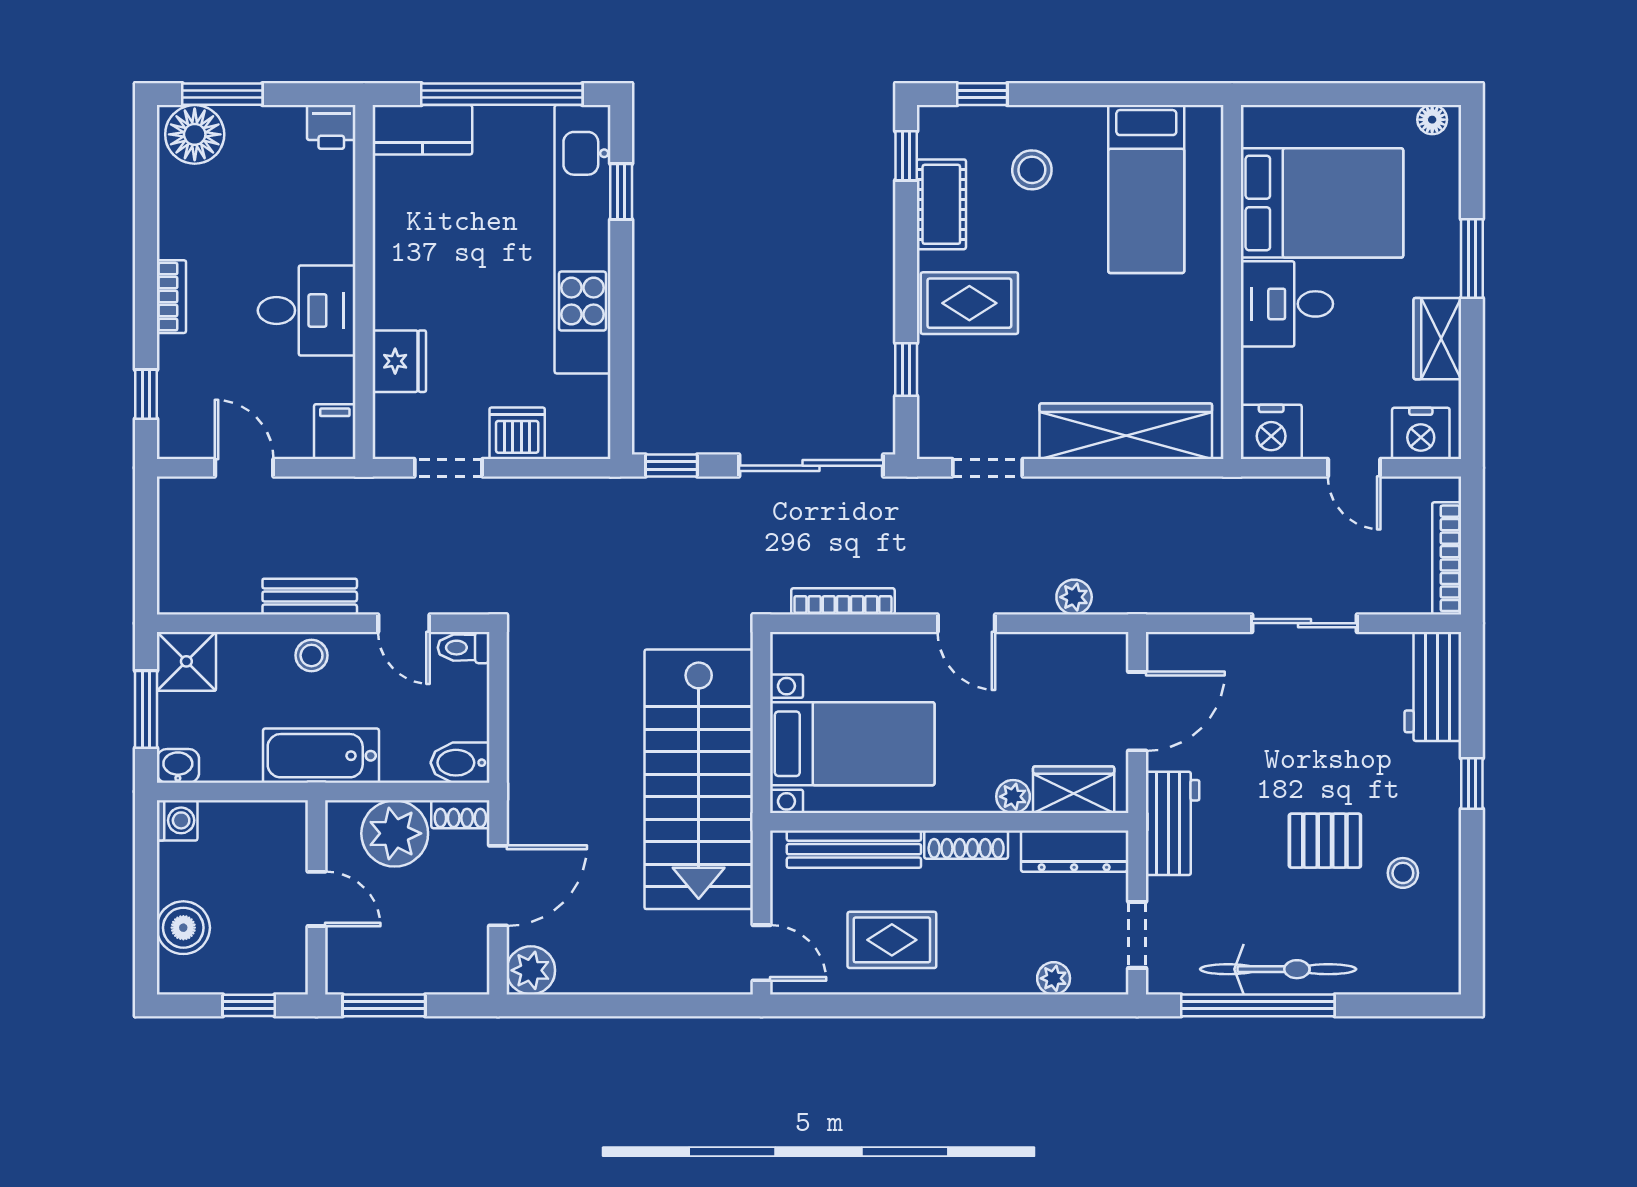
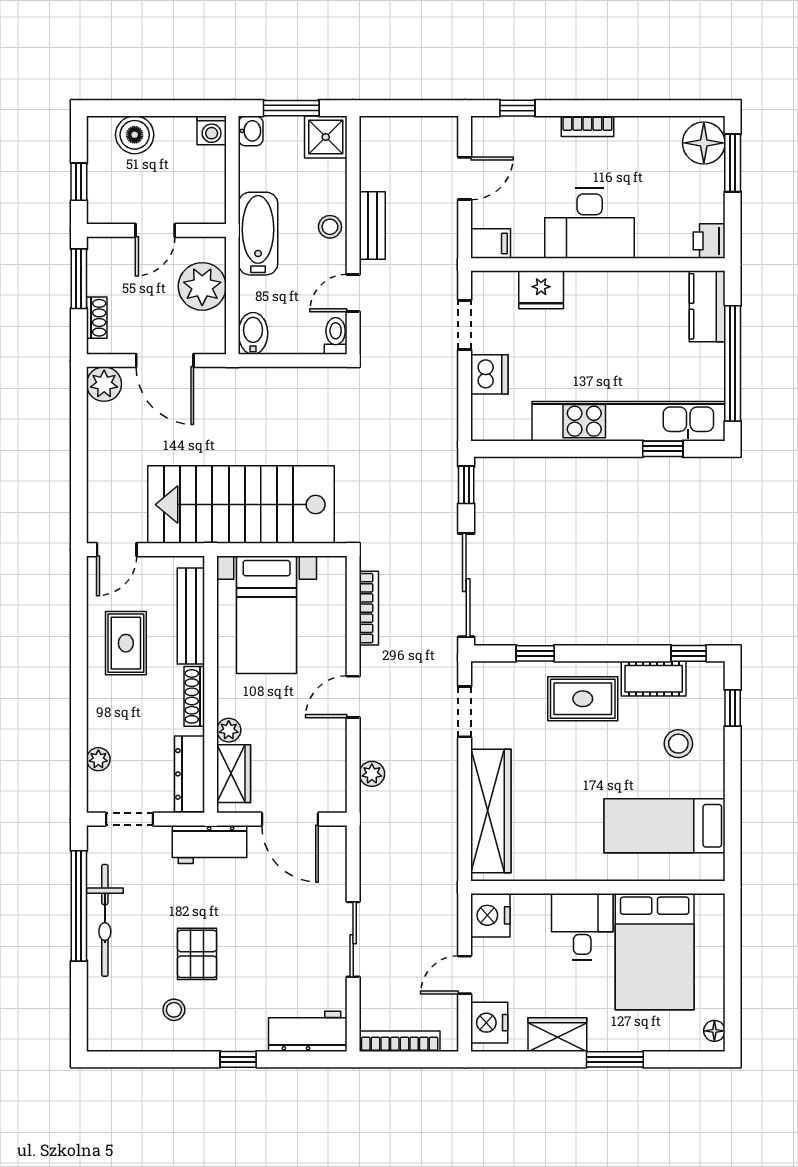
rug: (969, 303) -> (583, 699), turned 90
desk: (307, 310) -> (590, 223), width x1.37
shoe rack: (460, 814) -> (97, 318), moved, turned 180

